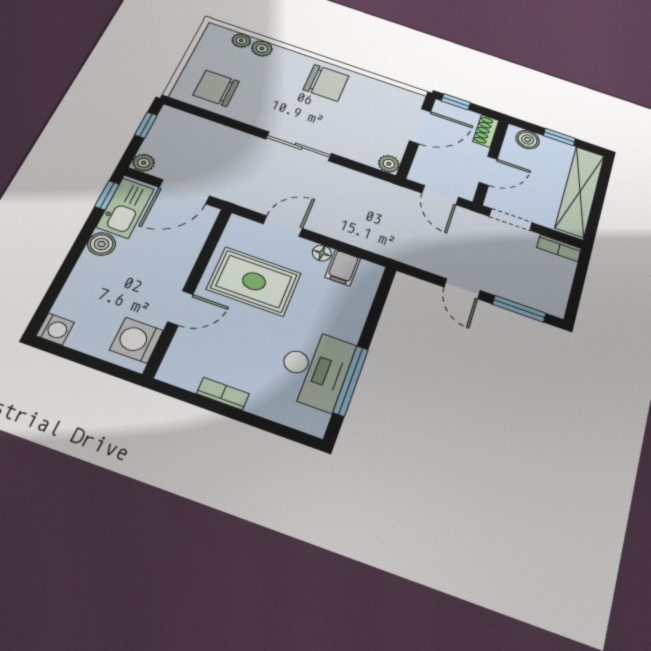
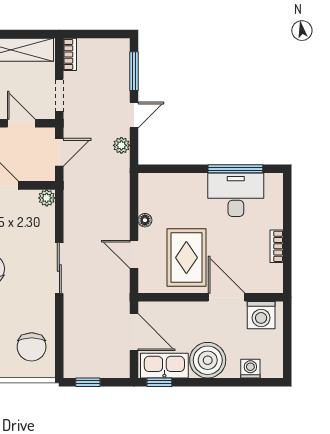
plant: (144, 163) -> (121, 145), moved
boiler: (102, 244) -> (208, 360), width x1.86, depth x1.86
filing cabinet: (343, 268) -> (151, 202), removed
door: (180, 308) -> (227, 297), width x1.38
washing machine: (55, 329) -> (250, 369), moved

